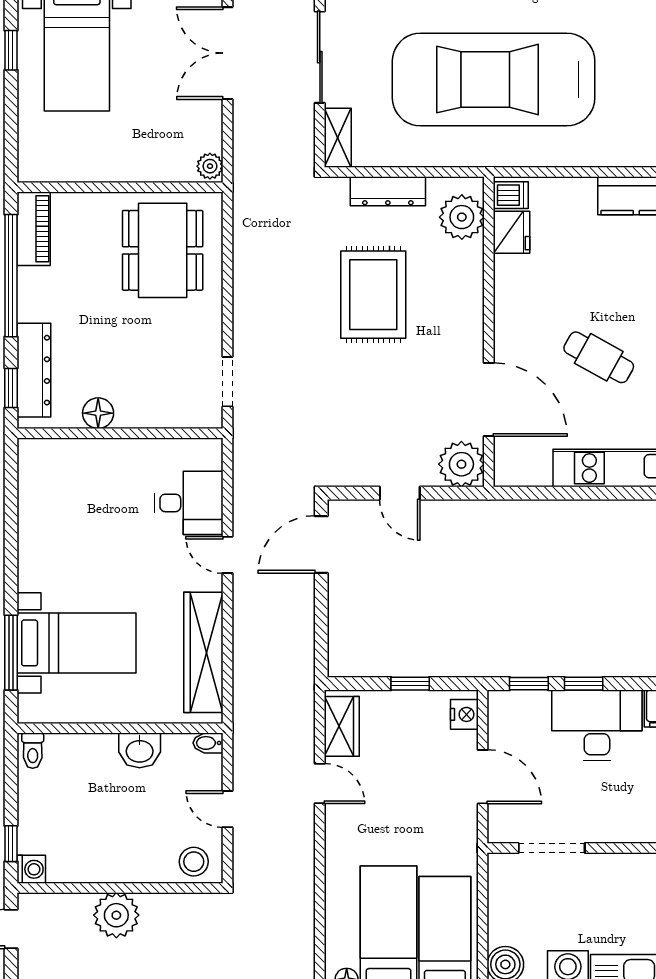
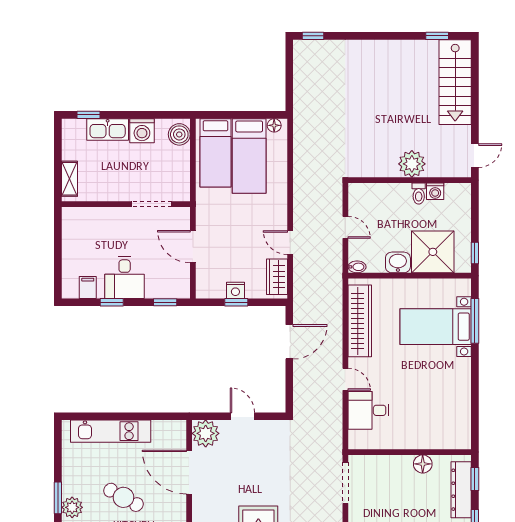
doorway: (228, 382) -> (345, 483), width x1.38
door: (321, 544) -> (289, 342), moved
window: (584, 684) -> (112, 302), moved
nightstand: (464, 714) -> (235, 290), moved, turned -90
desk: (597, 725) -> (125, 277), width x0.73
toilet: (33, 751) -> (419, 194), moved, turned 180
shower: (81, 768) -> (433, 252), added
window: (11, 844) -> (475, 253), moved
stool: (194, 862) -> (366, 196), removed
washing machine: (31, 869) -> (435, 191), moved, turned -90

